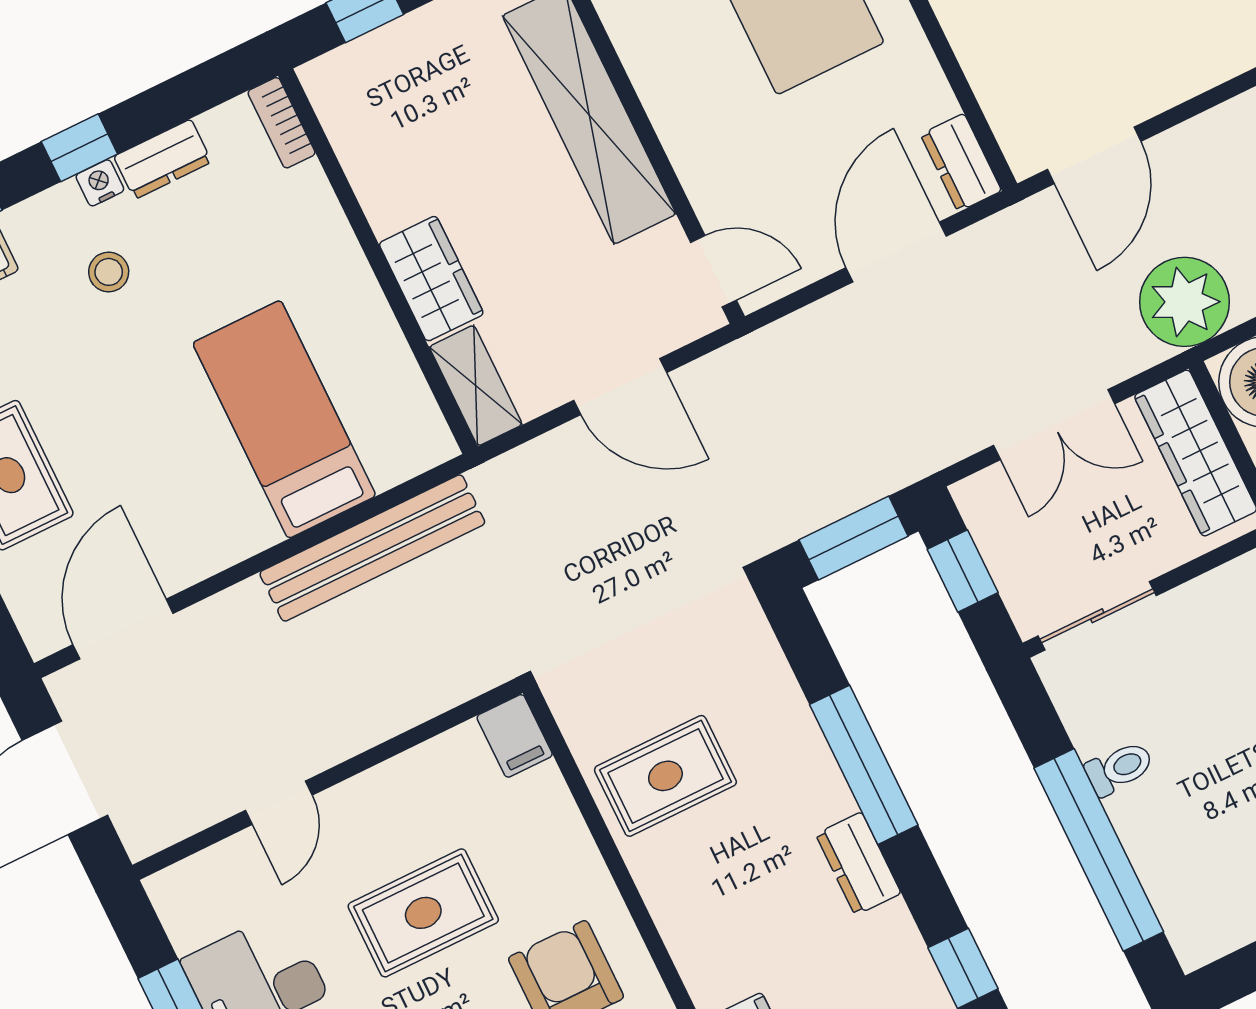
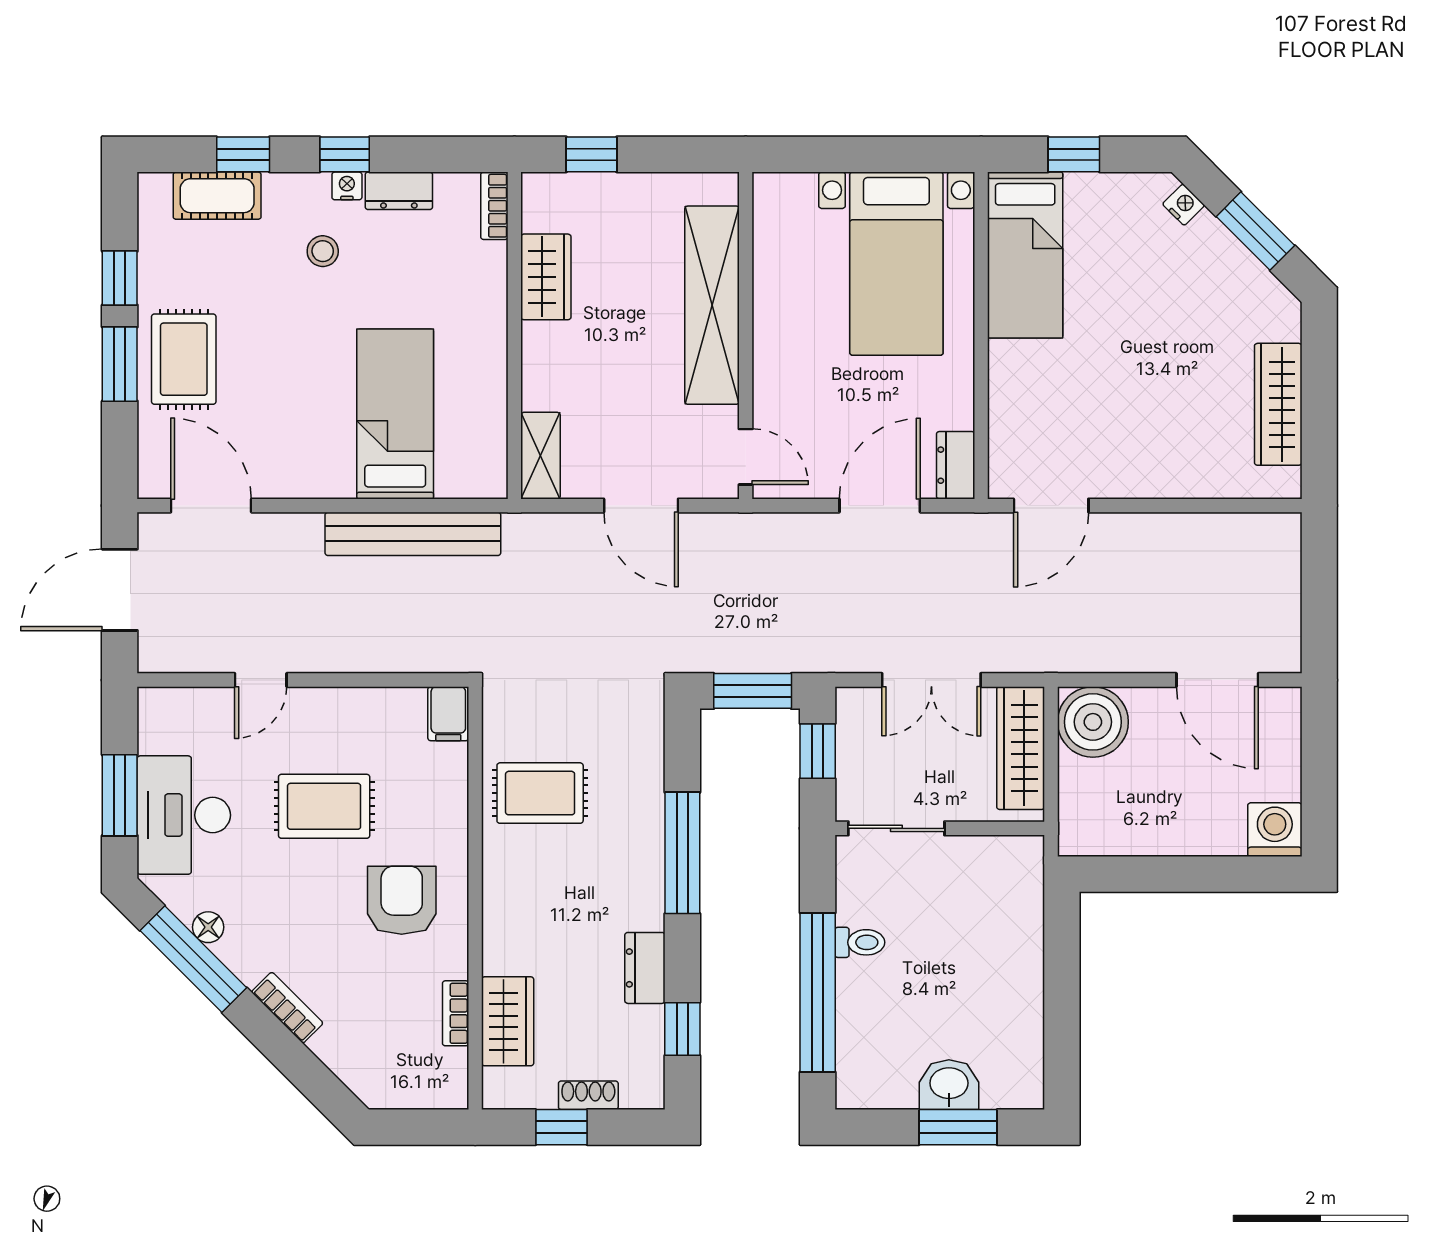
wardrobe: (431, 279) -> (546, 277), moved
plant: (1184, 302) -> (1064, 639), removed
door: (123, 629) -> (211, 506), hinge flipped
dresser: (858, 864) -> (645, 968), moved

